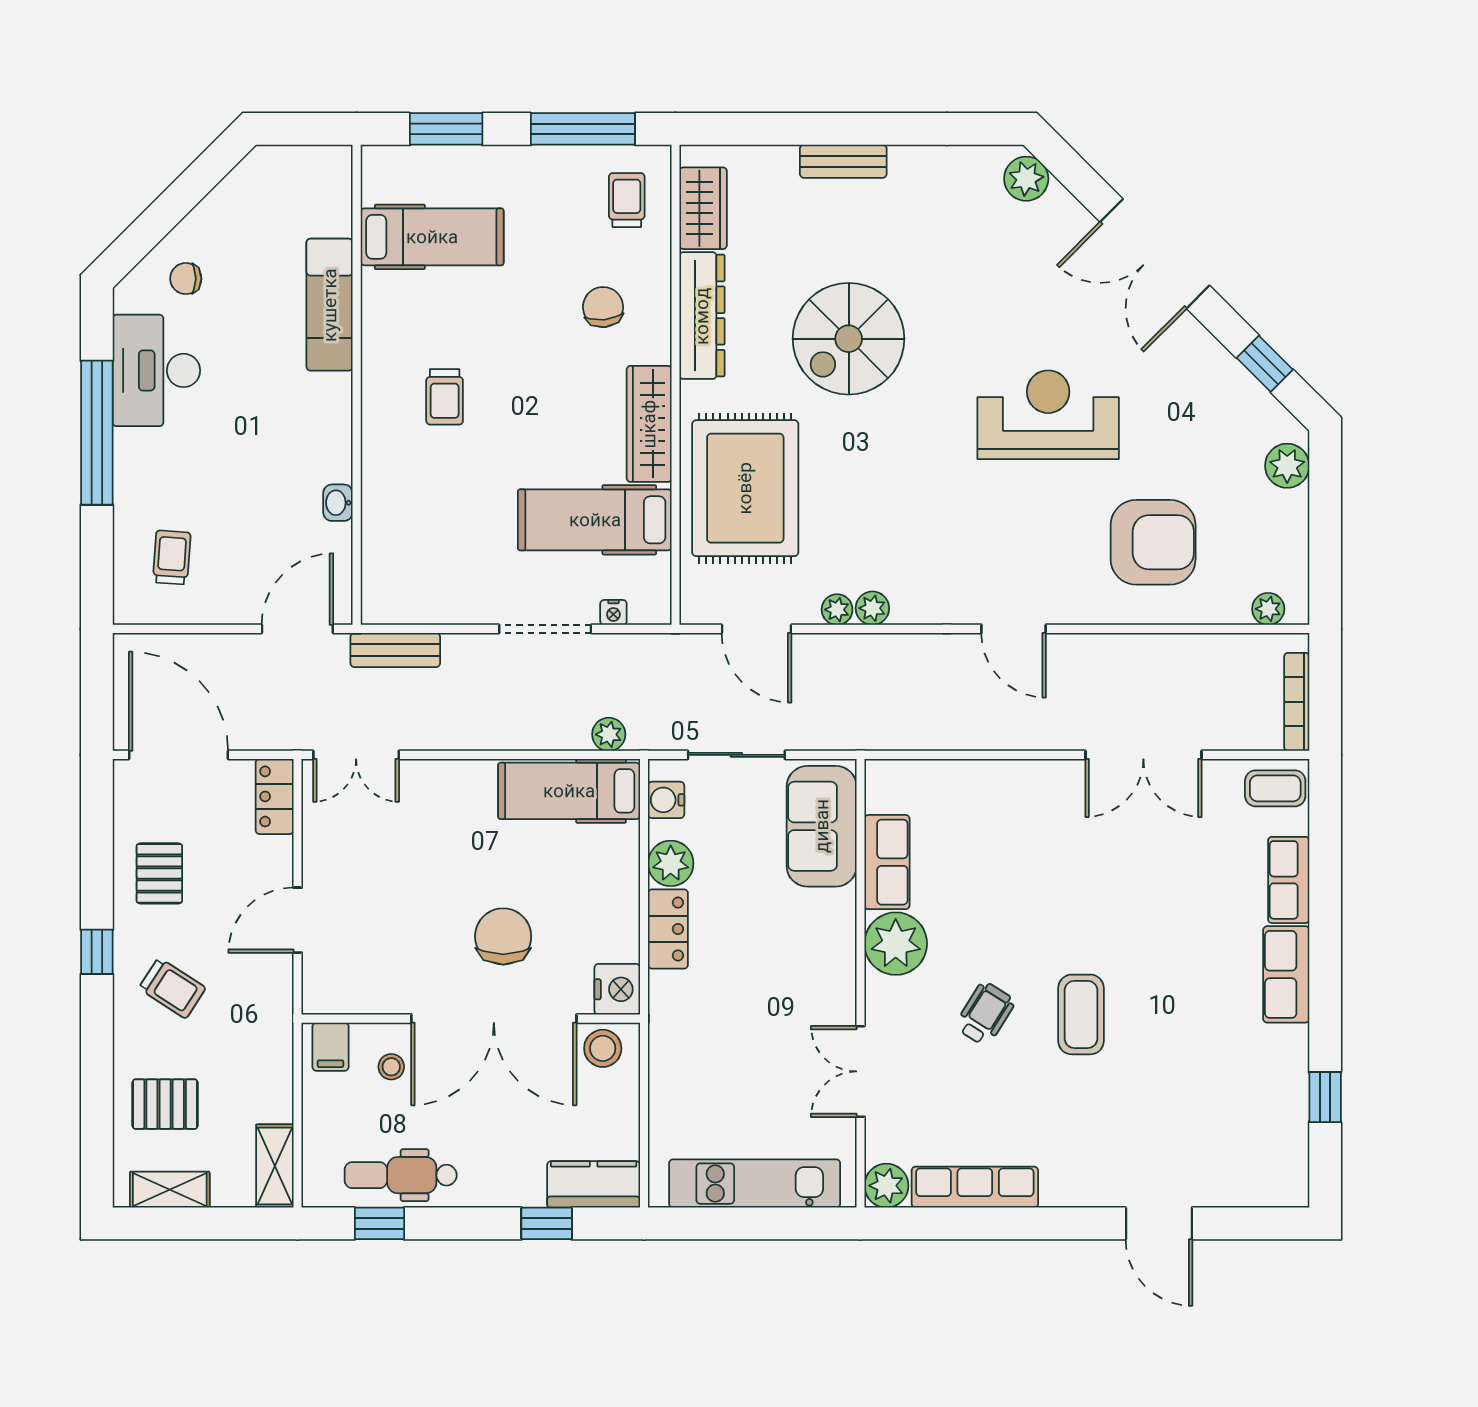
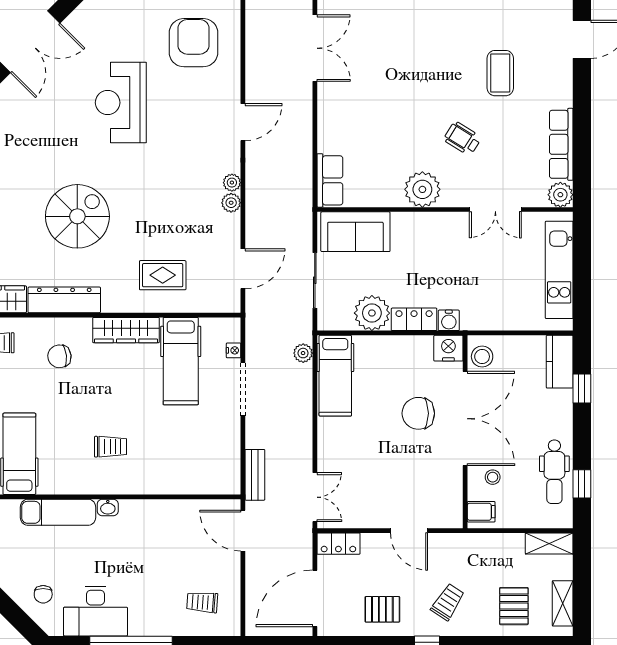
spiral stairs: (849, 339) -> (77, 216), turned -90
rug: (745, 488) -> (163, 275), width x0.54, depth x0.49
washbasin: (338, 503) -> (108, 508), moved
plant: (837, 610) -> (232, 183), moved
water cooler: (666, 800) -> (449, 320), moved
row of seats: (887, 862) -> (330, 180), moved, turned 90
plant: (671, 863) -> (372, 313), width x1.36, depth x1.36
coffee table: (1081, 1014) -> (500, 73), moved, turned 90

